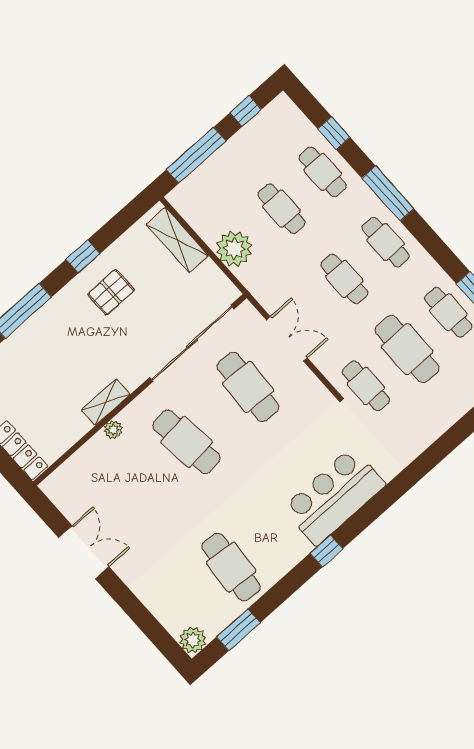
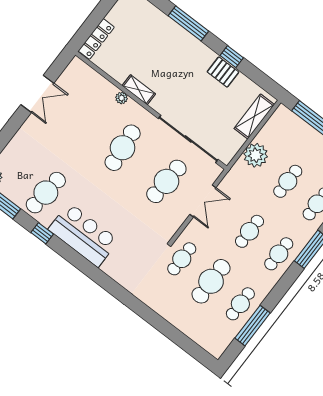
pallet: (111, 292) -> (223, 72), moved
bar counter: (334, 496) -> (83, 235), moved
window: (326, 551) -> (42, 233), moved

